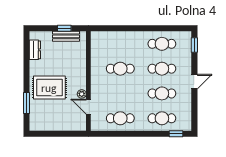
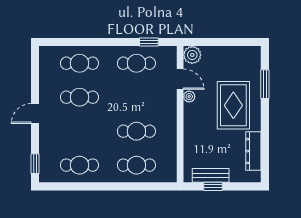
dresser: (35, 50) -> (253, 151), width x1.44
cafe table: (162, 69) -> (136, 165), moved
rug: (49, 88) -> (233, 105), turned 90
plant: (80, 124) -> (192, 55), added
window: (176, 134) -> (149, 42), moved

